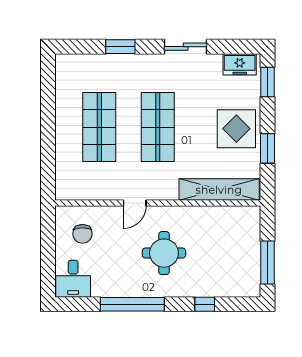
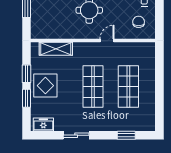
window: (120, 47) -> (126, 135), moved
window: (268, 82) -> (26, 98), moved
shelving: (219, 190) -> (56, 49), width x0.68

